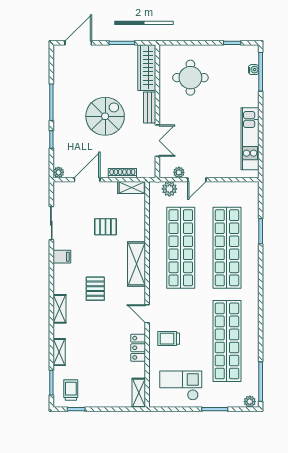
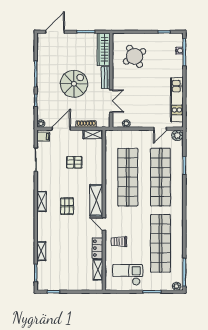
round table: (190, 78) -> (135, 56), turned -31
door: (197, 180) -> (160, 129), moved
plant: (169, 189) -> (177, 135), moved
filing cabinet: (62, 257) -> (43, 137), moved
shelving: (136, 264) -> (96, 200), moved
shelving: (59, 309) -> (42, 201), moved
trolley: (71, 390) -> (50, 278), removed
shelving: (139, 393) -> (98, 270), moved

